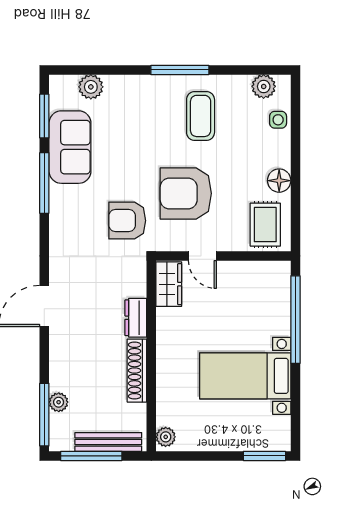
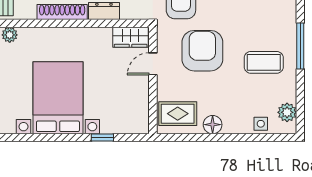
window: (295, 320) -> (102, 138), width x0.32
bed with nightstands: (245, 376) -> (58, 98), width x1.36

